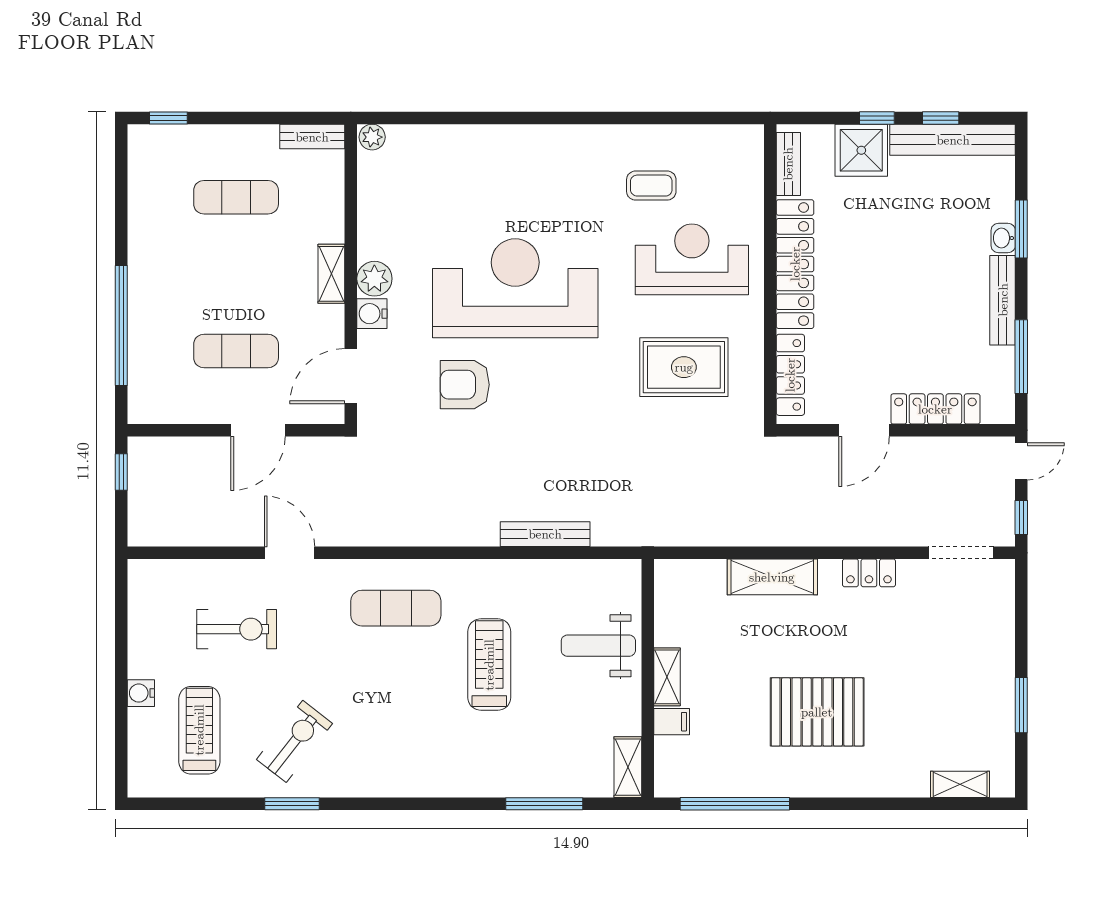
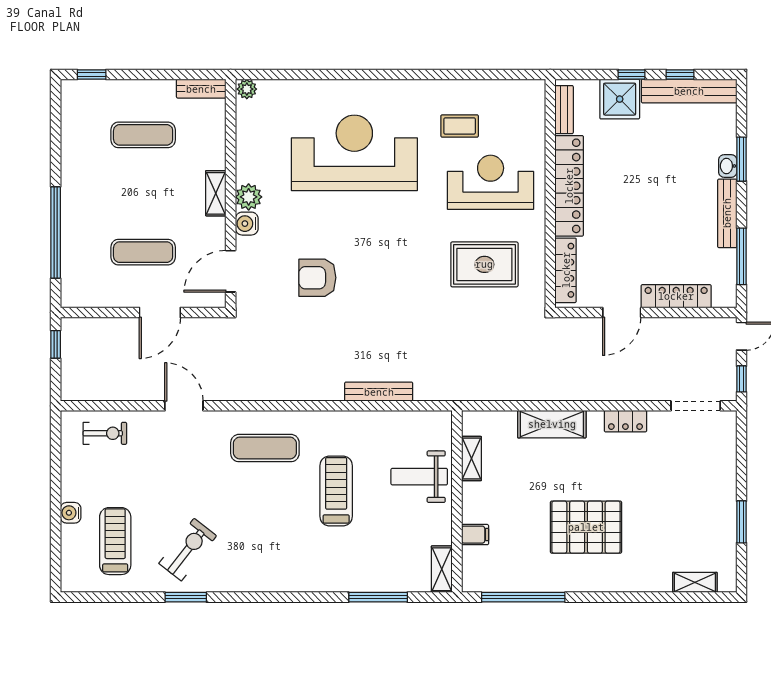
reception desk: (515, 288) -> (354, 153), moved
exercise bike: (237, 629) -> (105, 433), moved, width x0.73, depth x0.72
shelving: (667, 677) -> (472, 459), moved

